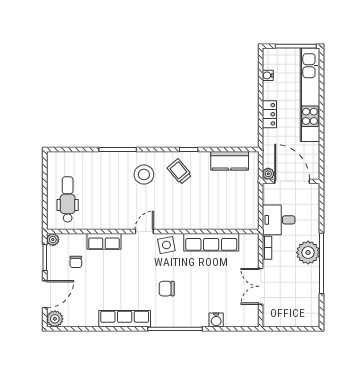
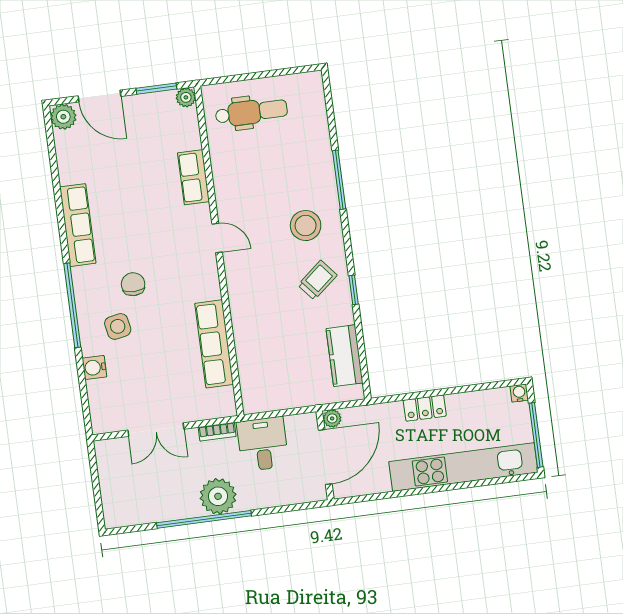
water cooler: (268, 75) -> (519, 393), moved
side table: (166, 245) -> (118, 326), moved
chair: (76, 262) -> (156, 138), removed
double door: (261, 286) -> (156, 430), swing flipped

